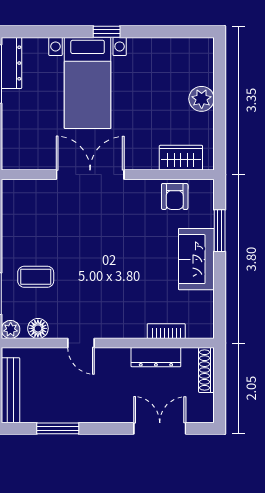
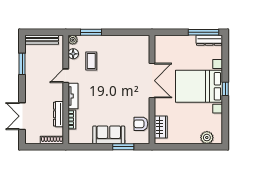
bed with nightstands: (88, 83) -> (199, 86), width x1.36
plant: (202, 99) -> (207, 138), moved
coffee table: (36, 277) -> (91, 61), moved
tv unit: (120, 329) -> (73, 96), added
double door: (160, 428) -> (22, 116), swing flipped

